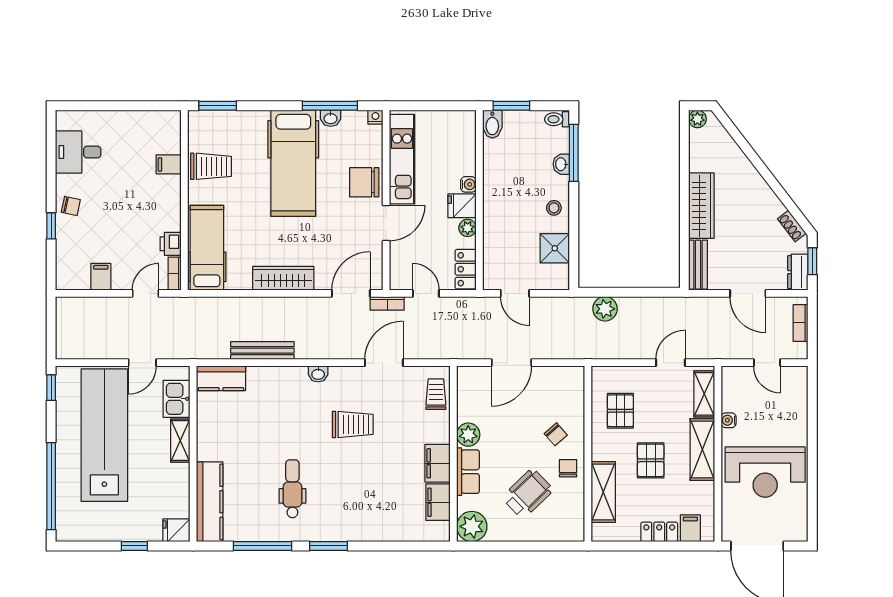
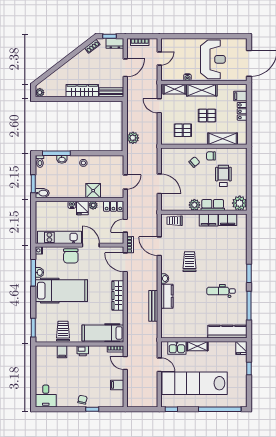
desk: (78, 152) -> (46, 396), moved
printer: (171, 244) -> (83, 351), moved
shower: (555, 248) -> (93, 191), moved
kitchen counter: (221, 378) -> (167, 296), moved
wheelchair: (528, 494) -> (223, 176), turned 44

